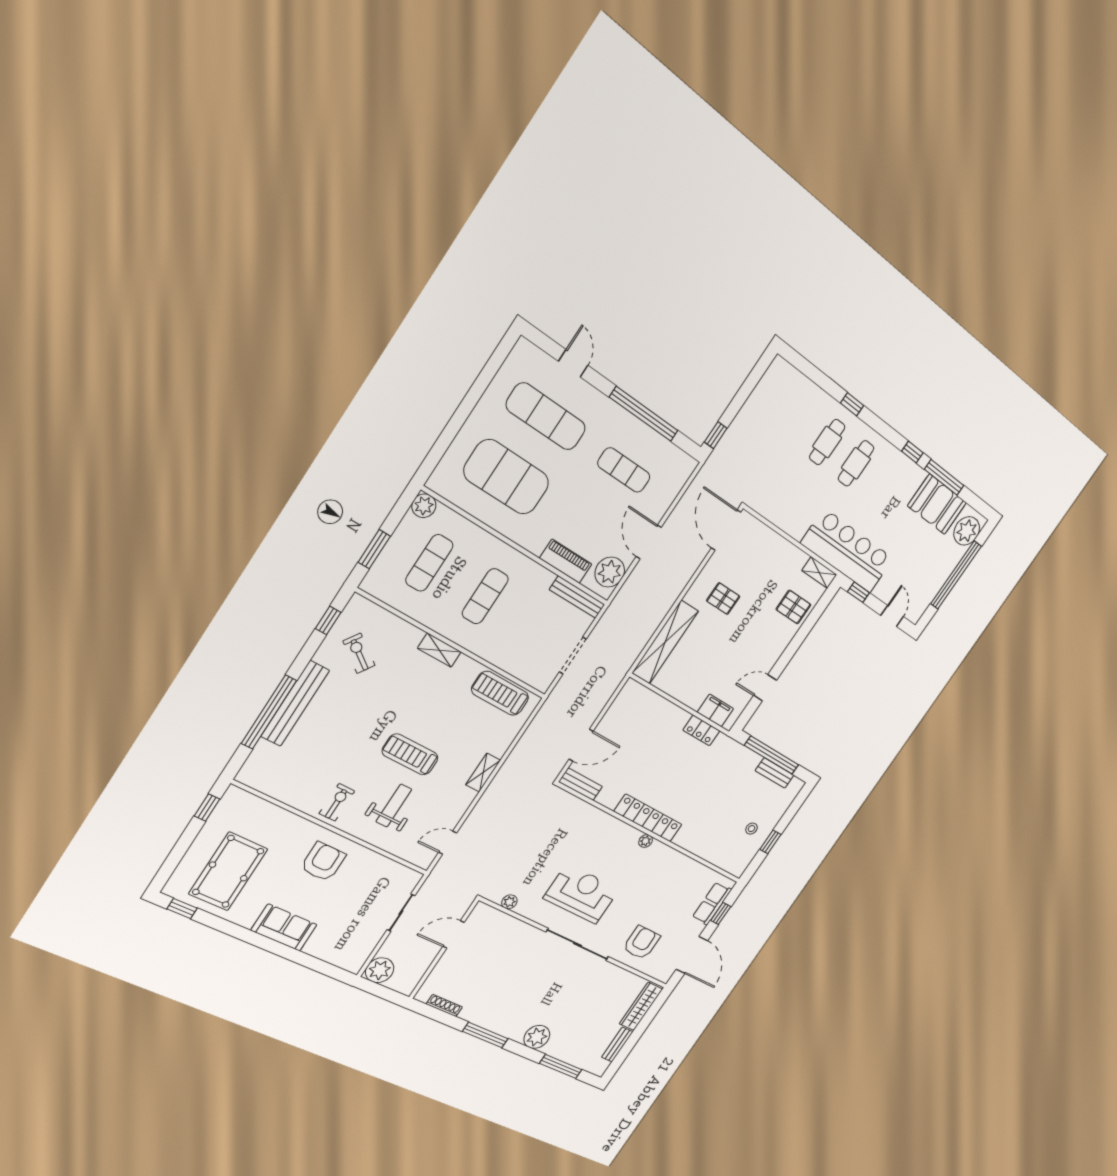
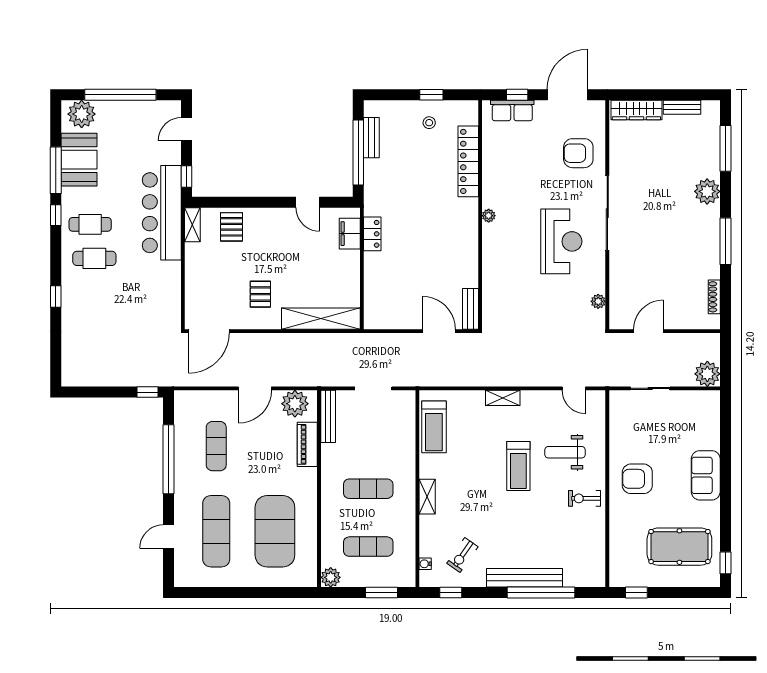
cafe table: (827, 442) -> (90, 224), moved
water cooler: (375, 611) -> (425, 564), added
locker: (648, 818) -> (468, 161), moved
reception desk: (582, 894) -> (561, 241), turned 180
door: (454, 934) -> (648, 331), swing flipped

